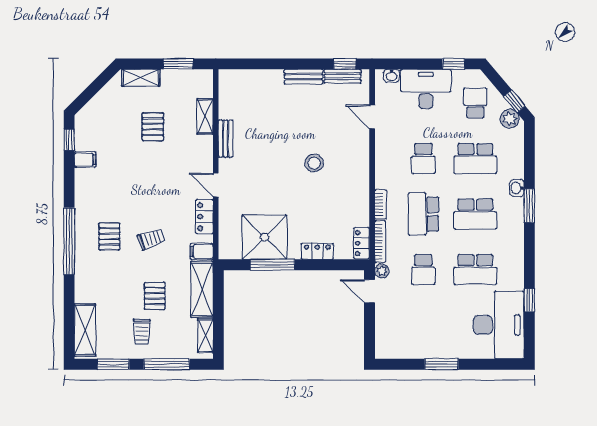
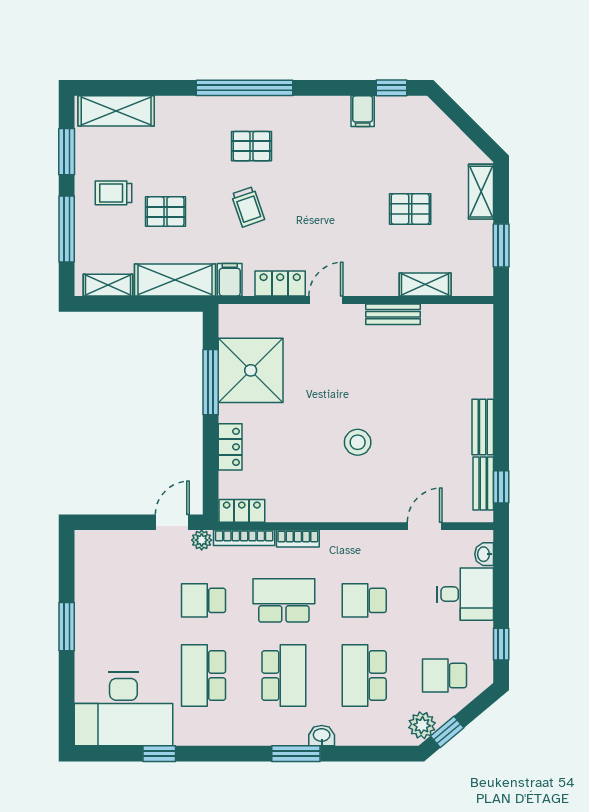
desk: (426, 89) -> (465, 594), width x0.73
school desk: (475, 103) -> (444, 676), turned 180
school desk: (475, 214) -> (284, 676), turned 180

